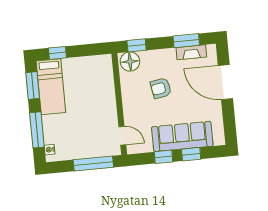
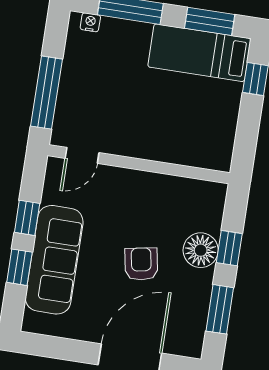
window: (137, 45) -> (229, 248), moved
fireplace: (191, 52) -> (197, 313), removed
floor lamp: (130, 62) -> (201, 250), moved
armchair: (161, 88) -> (141, 264), moved

